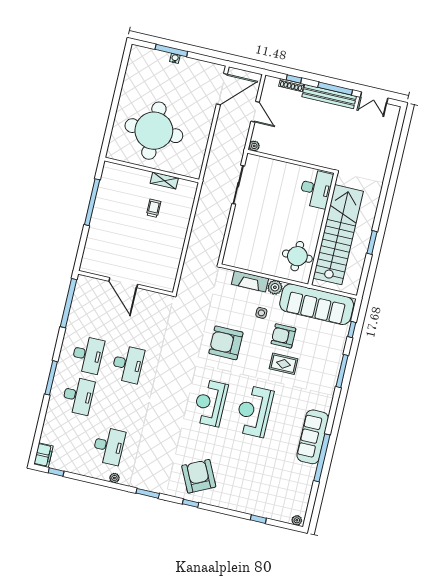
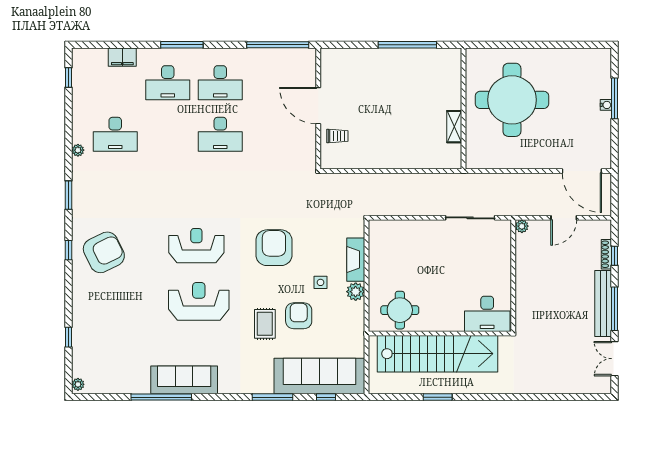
trolley: (154, 208) -> (337, 136), moved
door: (123, 283) -> (318, 106), hinge flipped
sofa: (317, 304) -> (319, 376), moved, turned 90
filing cabinet: (43, 455) -> (122, 57), moved

